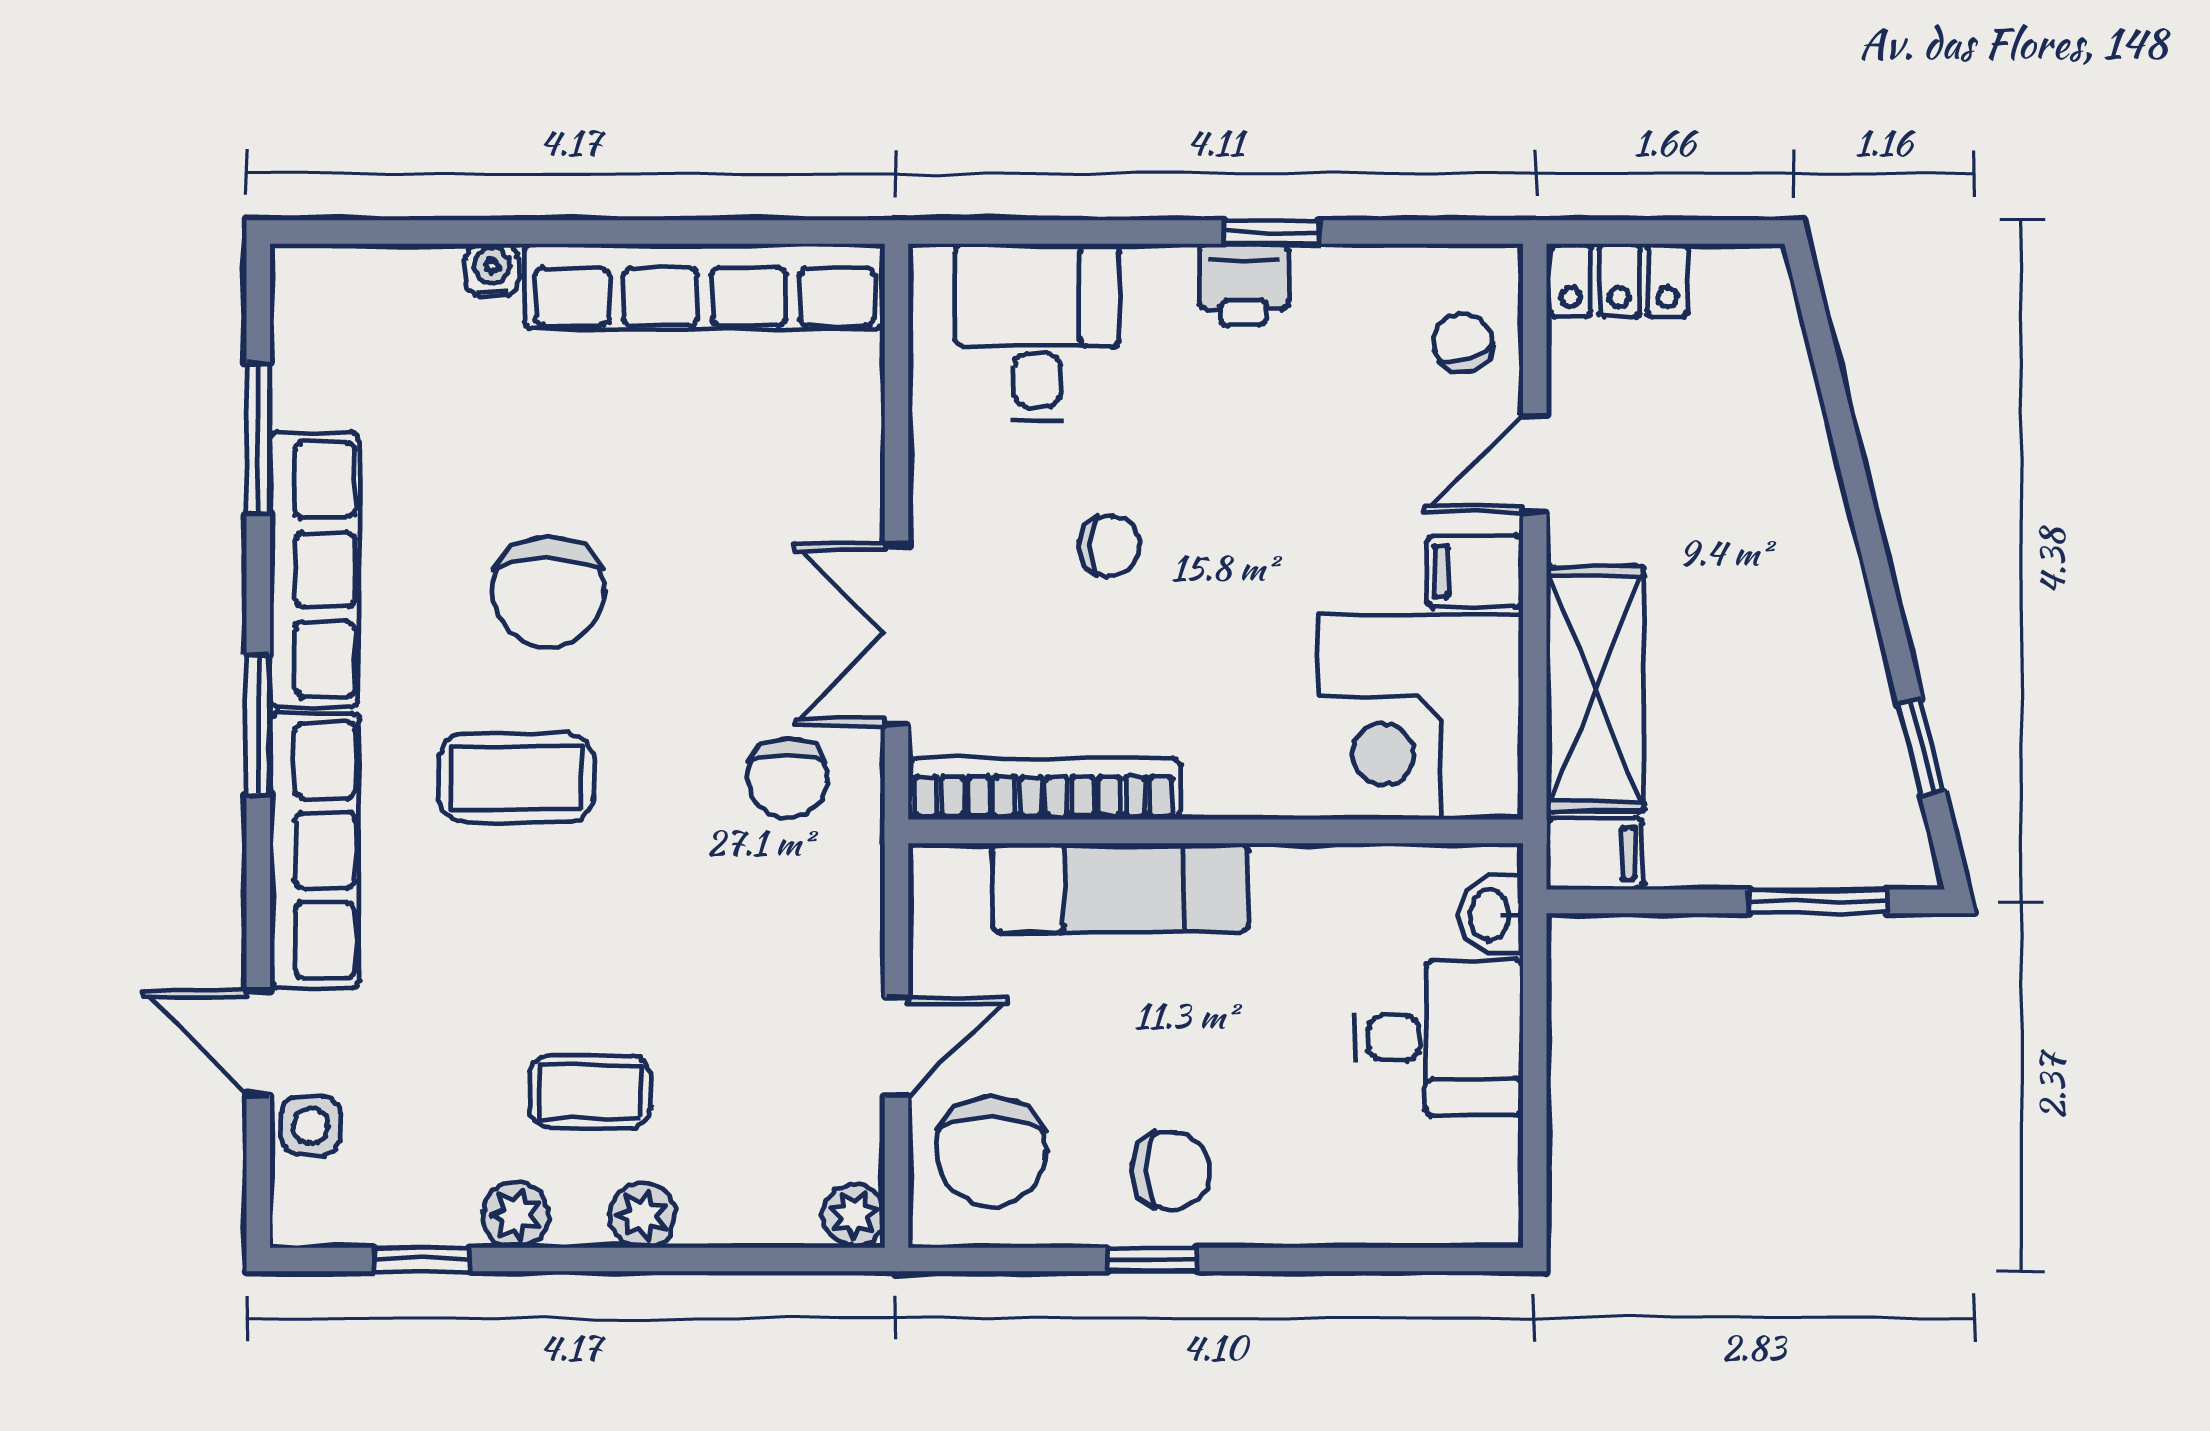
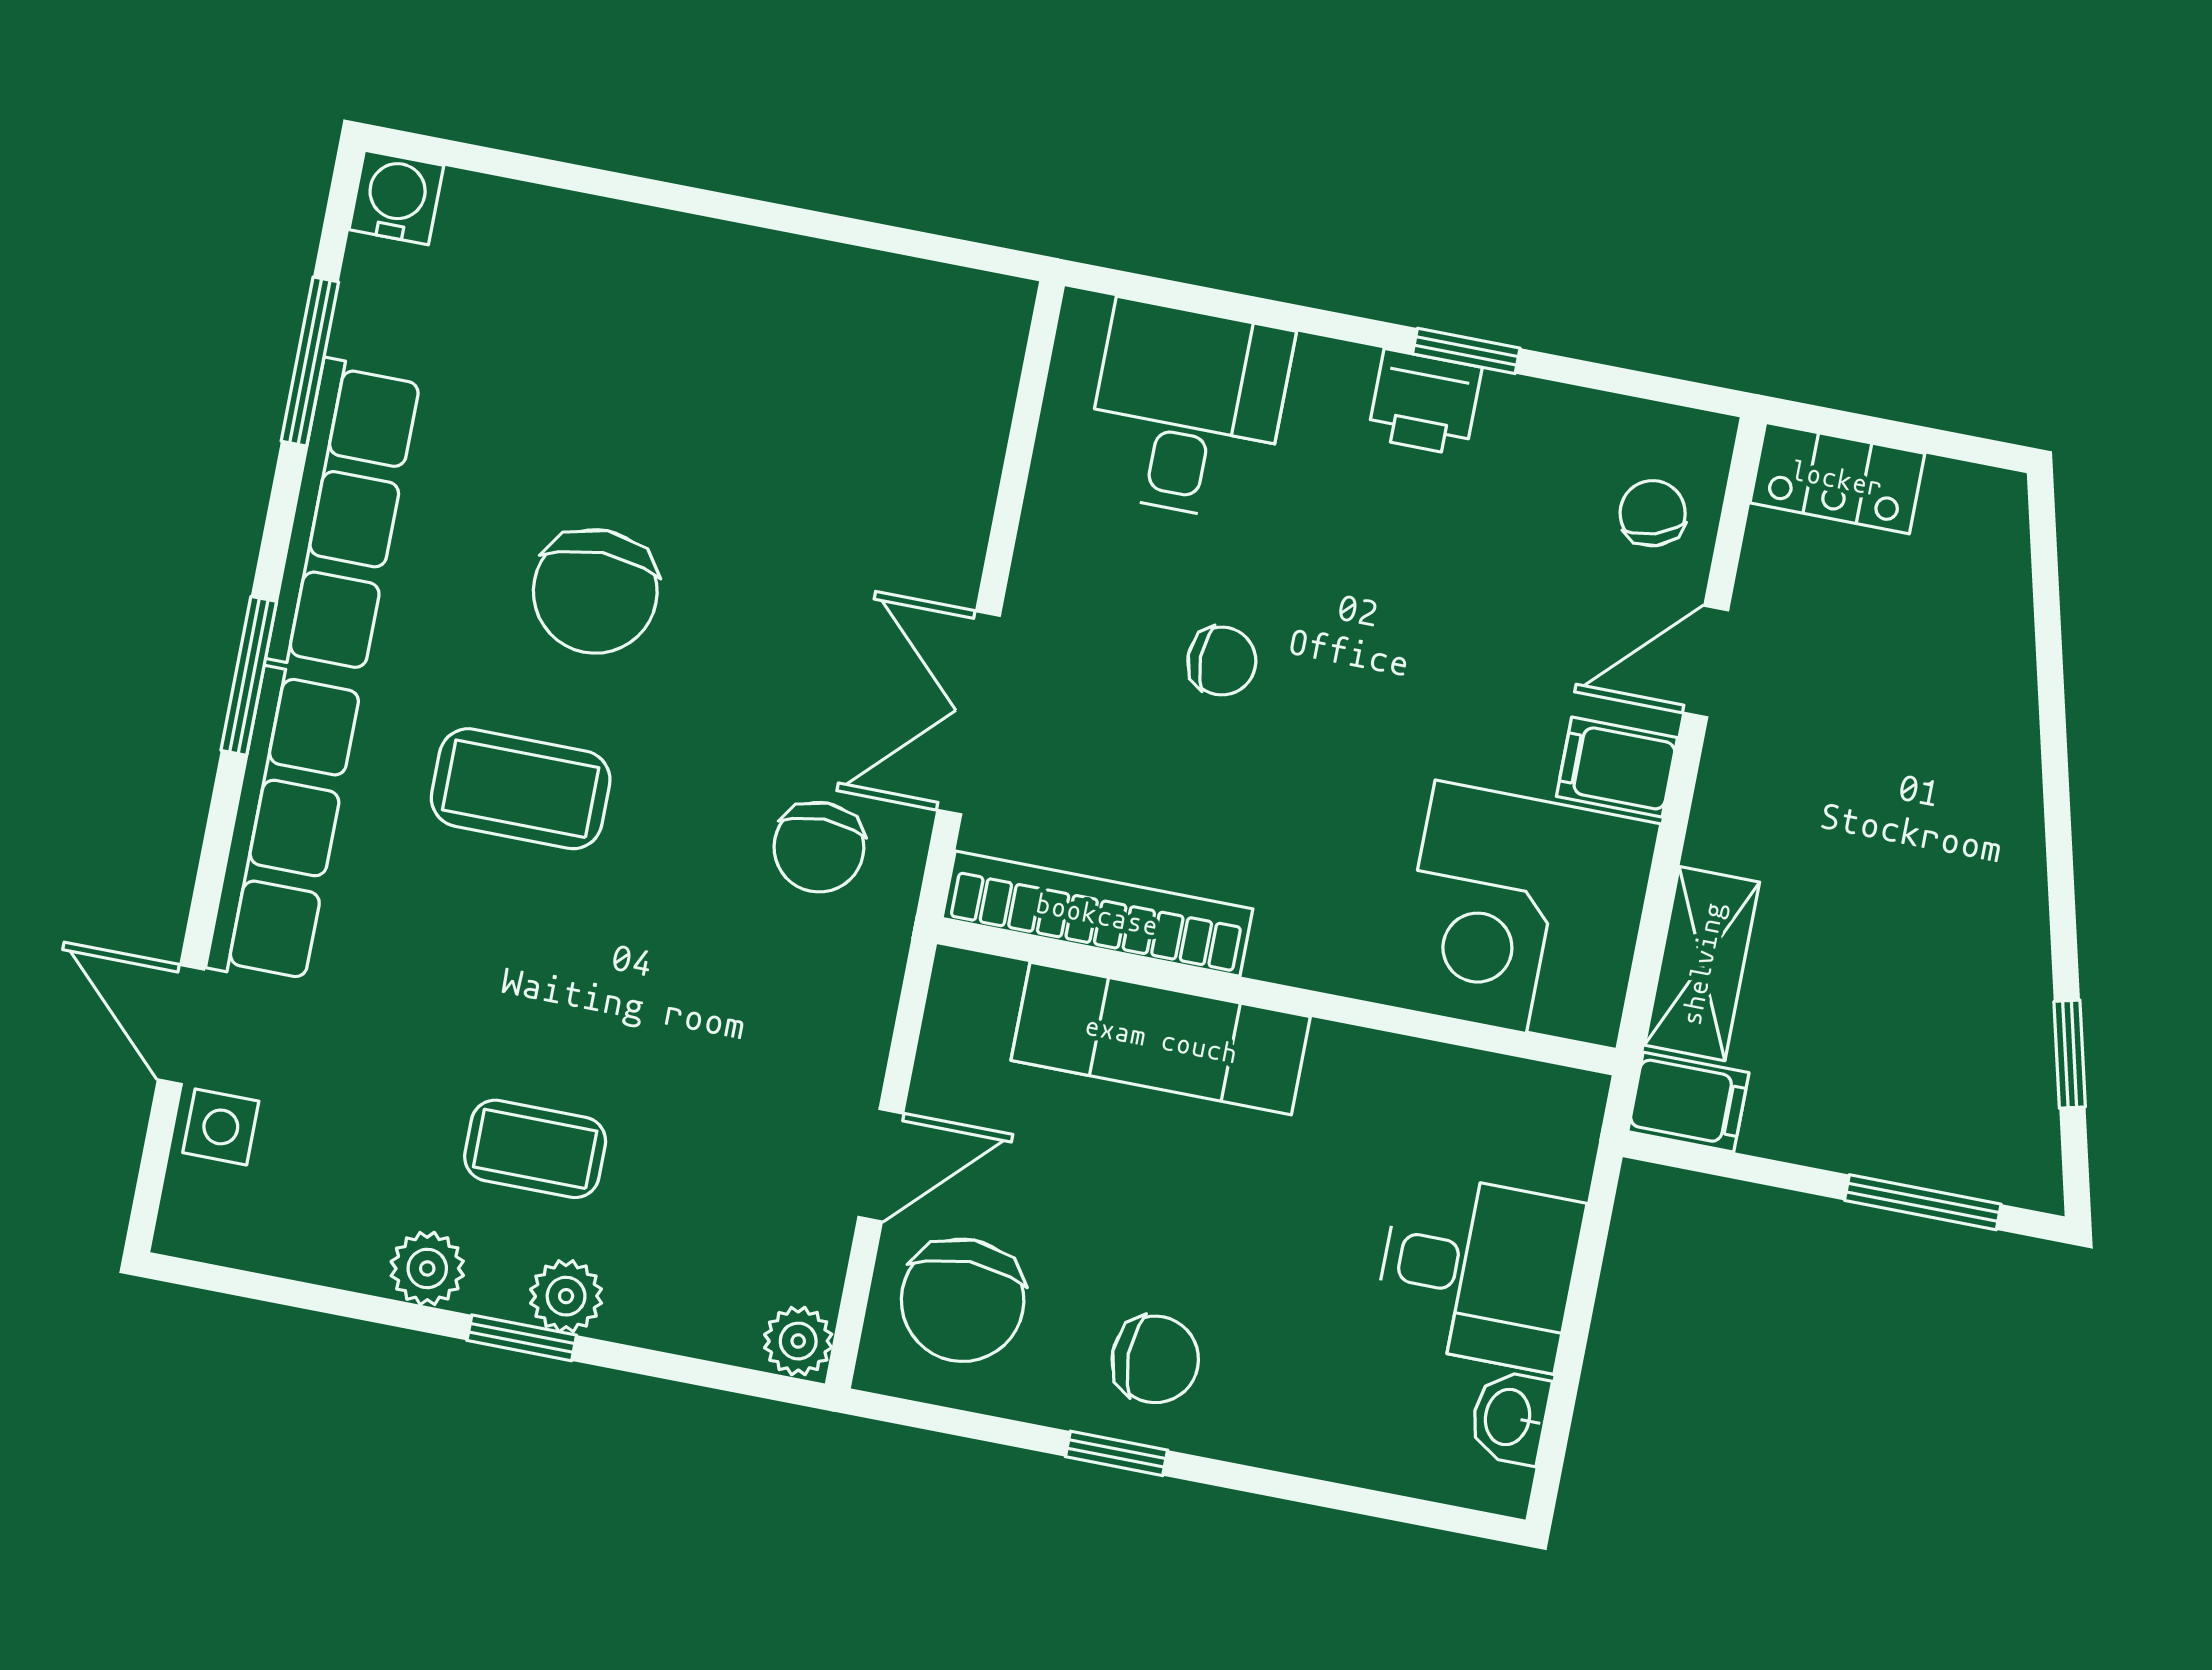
water cooler: (492, 270) -> (396, 198), moved, width x1.38, depth x1.38
row of seats: (705, 286) -> (832, 290), removed
shelving: (1595, 689) -> (1702, 964), width x0.67, depth x0.75
washbasin: (1491, 915) -> (1510, 1417), moved
window: (423, 1259) -> (522, 1338), moved

